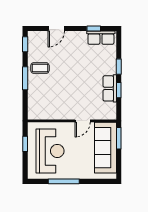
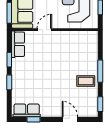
door: (56, 29) -> (70, 119), hinge flipped
row of seats: (110, 88) -> (18, 44), moved

